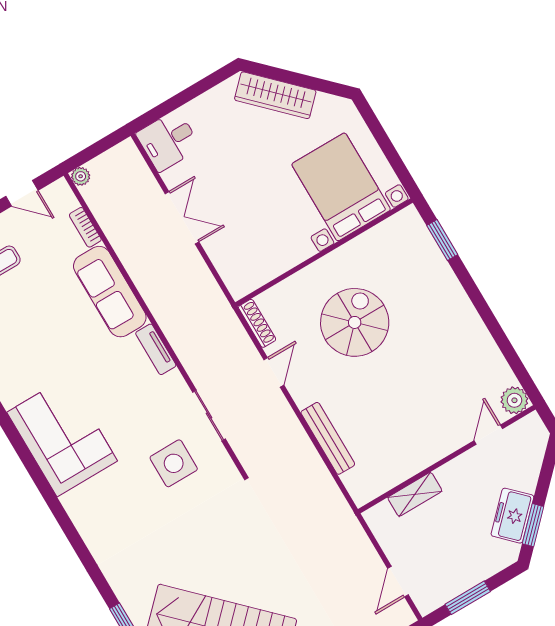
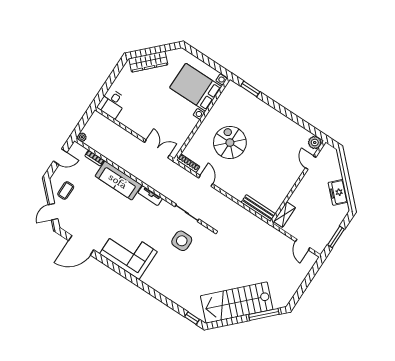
double door: (182, 218) -> (157, 149), moved
bench: (328, 438) -> (258, 208), moved
shelving: (415, 494) -> (284, 215), moved
window: (533, 525) -> (349, 192), removed

